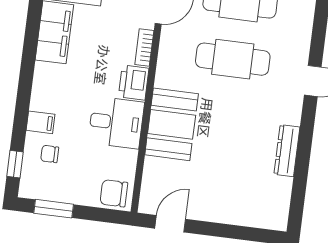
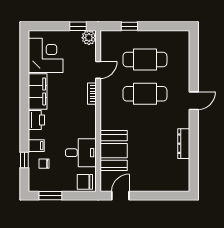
printer: (134, 83) -> (36, 120), moved, turned 180
desk: (116, 123) -> (81, 153), moved
booth: (172, 124) -> (114, 151), moved
window: (15, 164) -> (24, 160), moved

